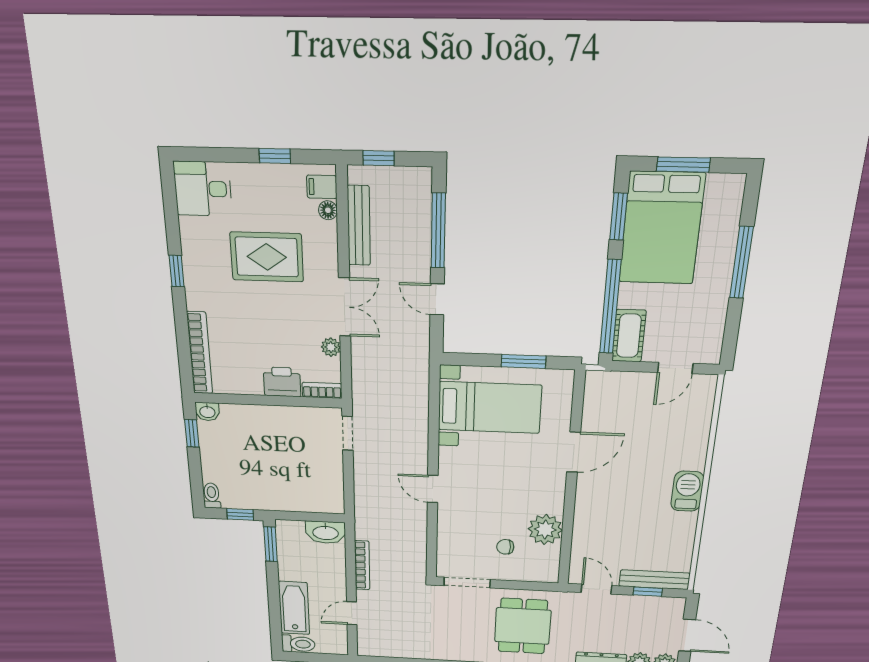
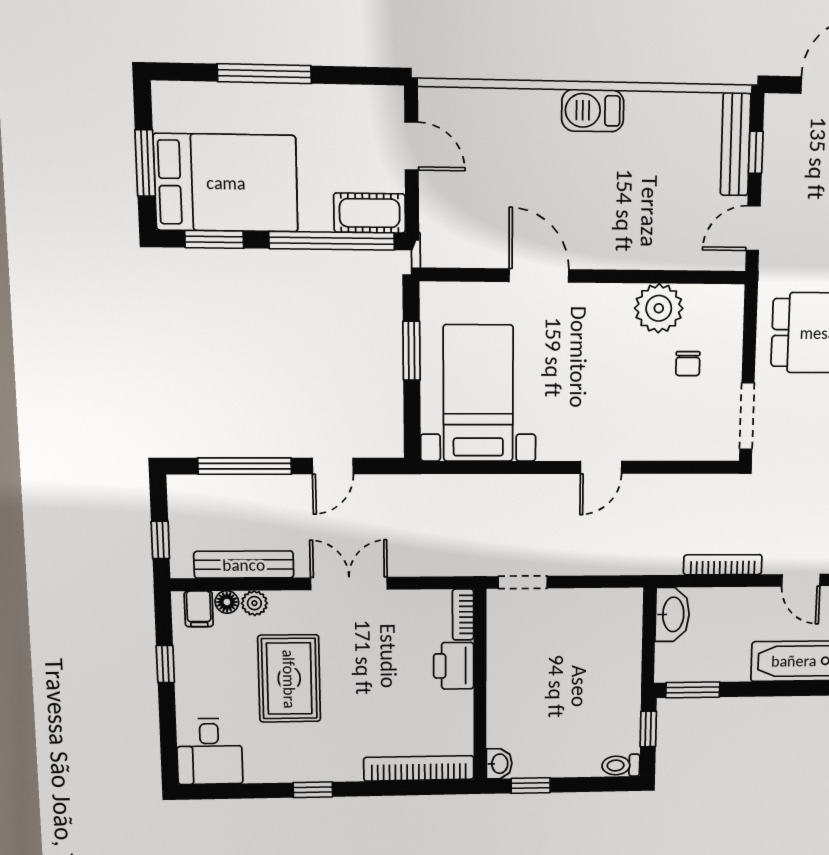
plant: (331, 347) -> (254, 603), moved

